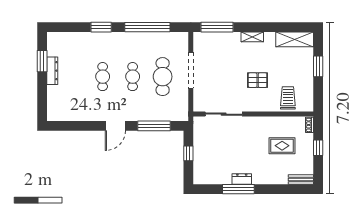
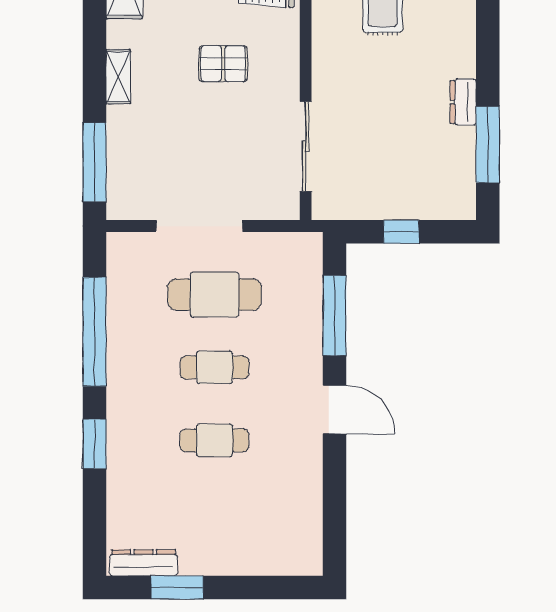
dresser: (52, 71) -> (143, 563), moved
pallet: (258, 80) -> (223, 64), turned 90
window: (238, 189) -> (488, 145), moved

